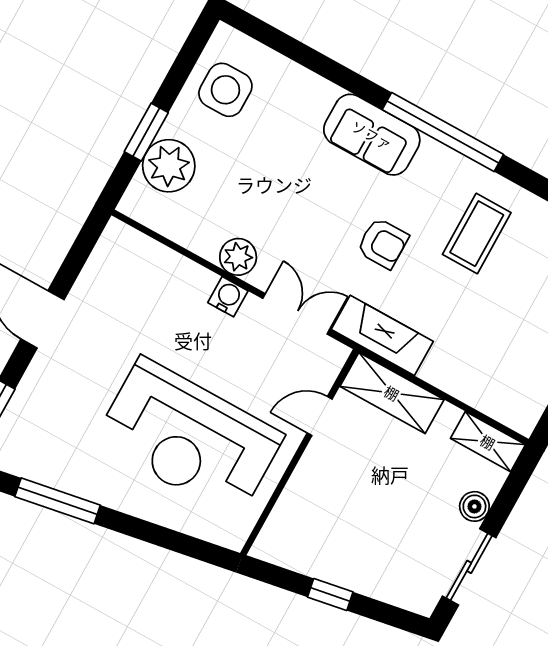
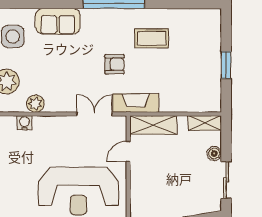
sofa: (372, 135) -> (58, 21), moved
coffee table: (477, 234) -> (152, 38), turned 90
plant: (238, 257) -> (35, 104), moved
water cooler: (228, 297) -> (24, 123), moved

